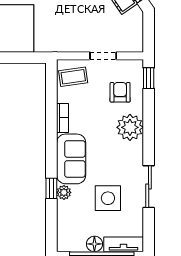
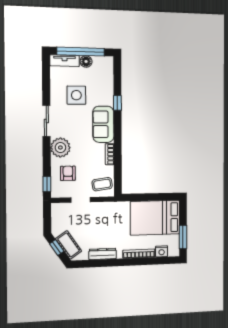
armchair: (120, 92) -> (68, 173), turned 180
sliding door: (149, 187) -> (46, 121), moved
plant: (64, 192) -> (108, 100), removed

